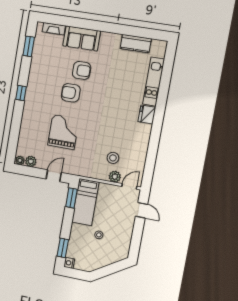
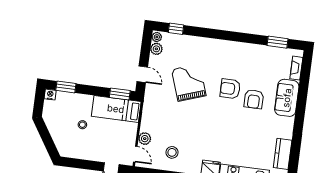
window: (21, 93) -> (176, 29), moved
armchair: (71, 93) -> (230, 89), turned -90
grand piano: (63, 132) -> (189, 83), turned -109
stool: (113, 158) -> (172, 152), moved

